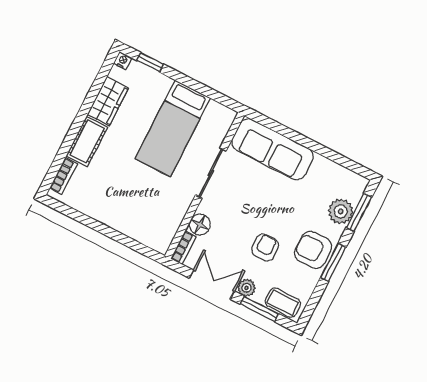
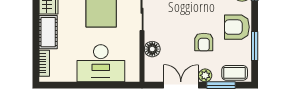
desk: (130, 210) -> (101, 63), added
bookcase: (183, 248) -> (149, 70), removed
armchair: (265, 248) -> (204, 42), turned 180
window: (333, 262) -> (255, 46), moved

